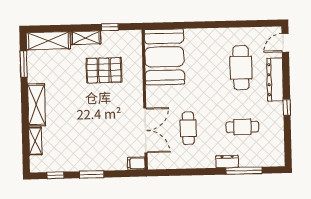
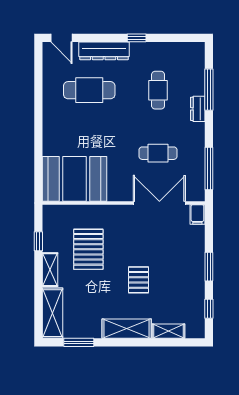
pallet: (79, 114) -> (139, 280), added
window: (176, 172) -> (209, 169), added

